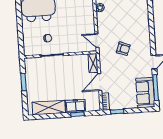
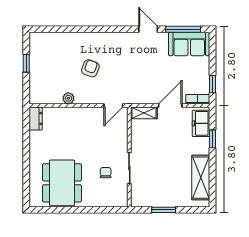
armchair: (123, 49) -> (90, 68), moved
door: (100, 82) -> (170, 105), swing flipped
freezer: (75, 106) -> (201, 123), moved

